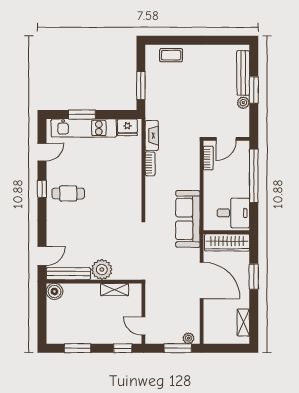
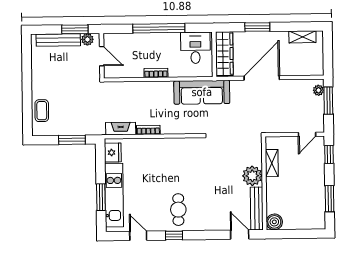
door: (226, 139) -> (102, 56), moved
wall: (226, 139) -> (102, 56), moved
bookcase: (208, 158) -> (156, 73), moved

